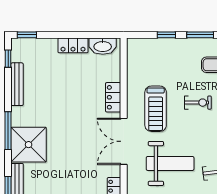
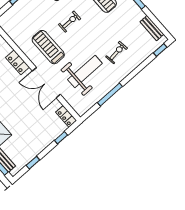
treadmill: (156, 109) -> (48, 47), turned 180

